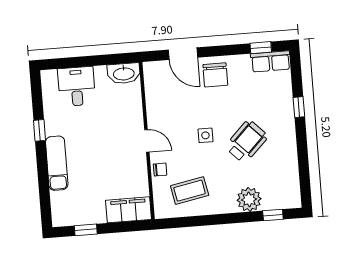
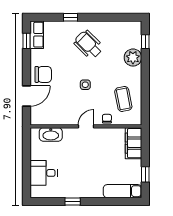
washbasin: (124, 73) -> (51, 134), moved, turned 90
wheelchair: (247, 142) -> (89, 45), moved
exam couch: (57, 163) -> (123, 191), moved

